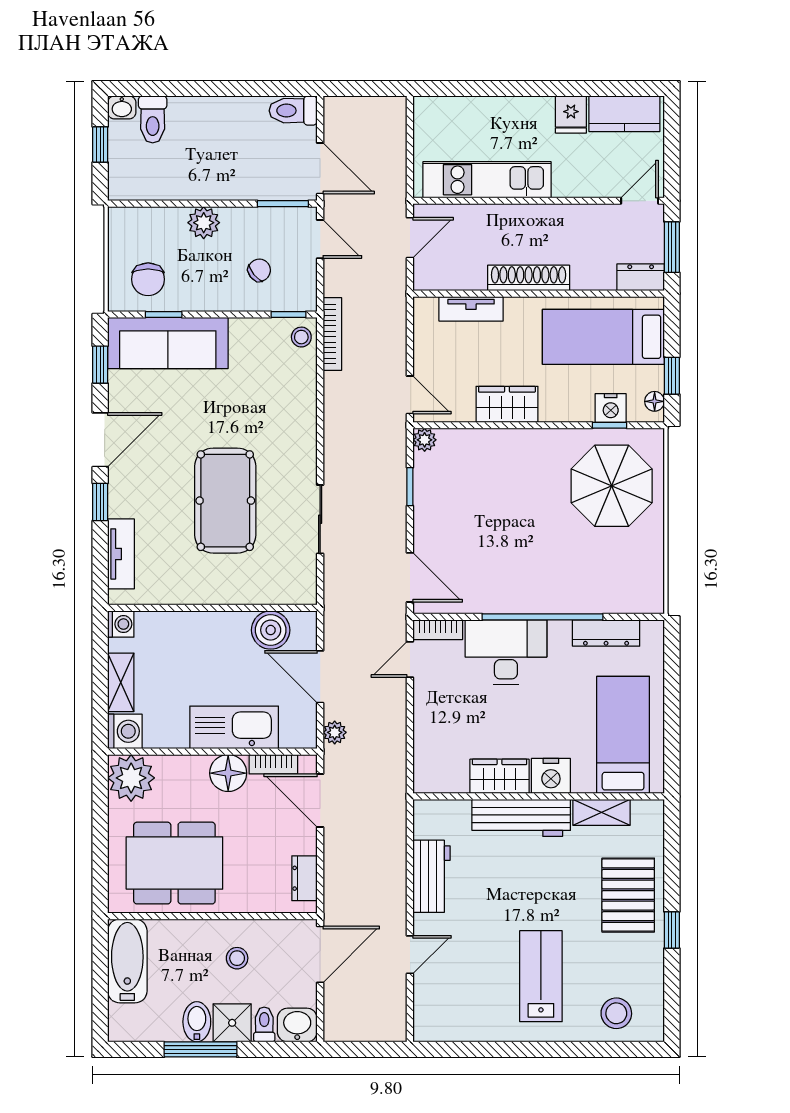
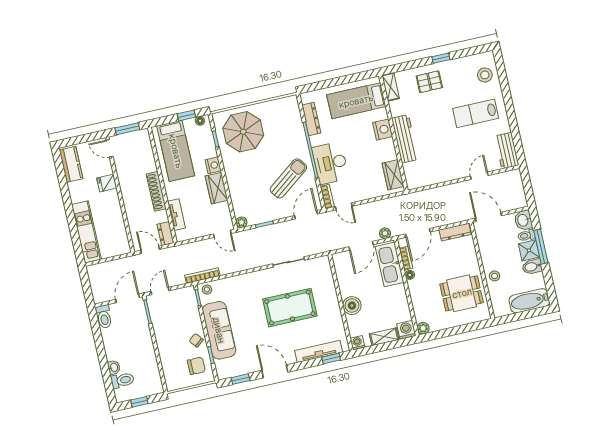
washbasin: (122, 107) -> (114, 367), moved
fridge: (571, 115) -> (107, 183), moved, turned 180
kitchen unit: (487, 180) -> (86, 232), moved, turned 180
plant: (204, 223) -> (165, 346), removed
chair: (259, 270) -> (196, 340), moved
dresser: (641, 277) -> (166, 234), moved
sofa: (168, 343) -> (219, 330), moved
door: (410, 395) -> (222, 234), swing flipped
nightstand: (611, 408) -> (213, 165), moved
window: (100, 502) -> (331, 359), moved
tv unit: (121, 554) -> (319, 351), width x1.41
sun lounger: (494, 558) -> (288, 178), added
boiler: (271, 630) -> (352, 306), moved
kitchen sink: (234, 727) -> (390, 264), moved
floor lamp: (228, 773) -> (410, 275), width x0.53, depth x0.53
wardrobe: (500, 776) -> (393, 175), moved
plant: (131, 778) -> (423, 328), width x0.53, depth x0.53
shelving: (602, 812) -> (391, 87), moved
dining table: (174, 863) -> (462, 293), width x0.73
workbench: (432, 876) -> (507, 151), moved, turned -90
dresser: (305, 878) -> (455, 232), width x1.44
pallet: (628, 895) -> (429, 82), width x0.67, depth x0.71
door: (410, 955) -> (479, 176), hinge flipped
stool: (237, 958) -> (495, 276), moved
bathtub: (127, 961) -> (529, 301), moved
window: (201, 1049) -> (541, 247), moved

